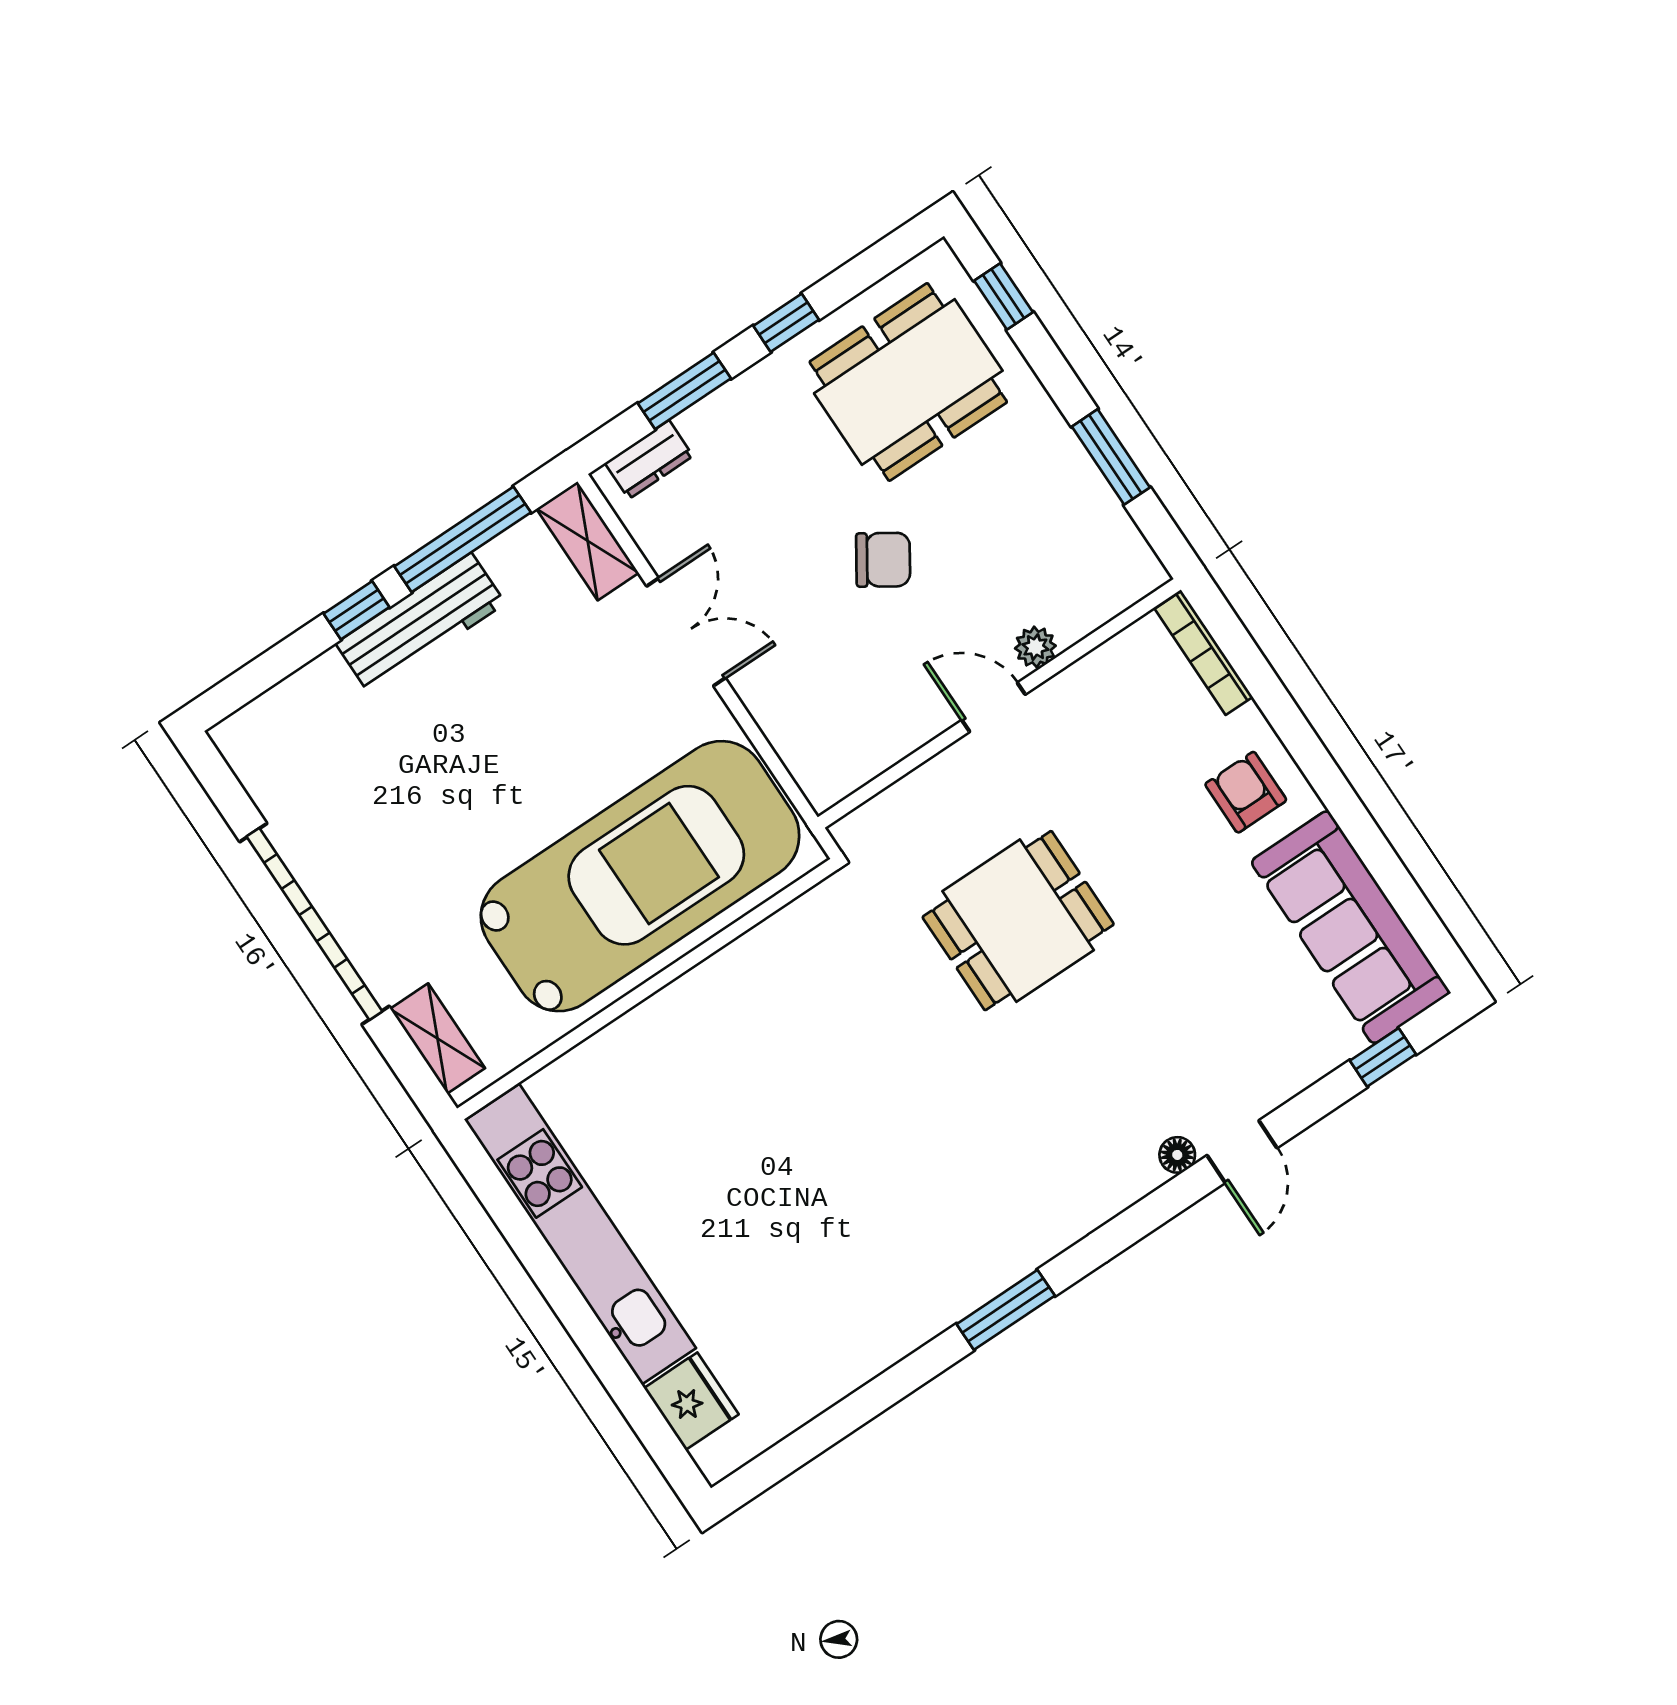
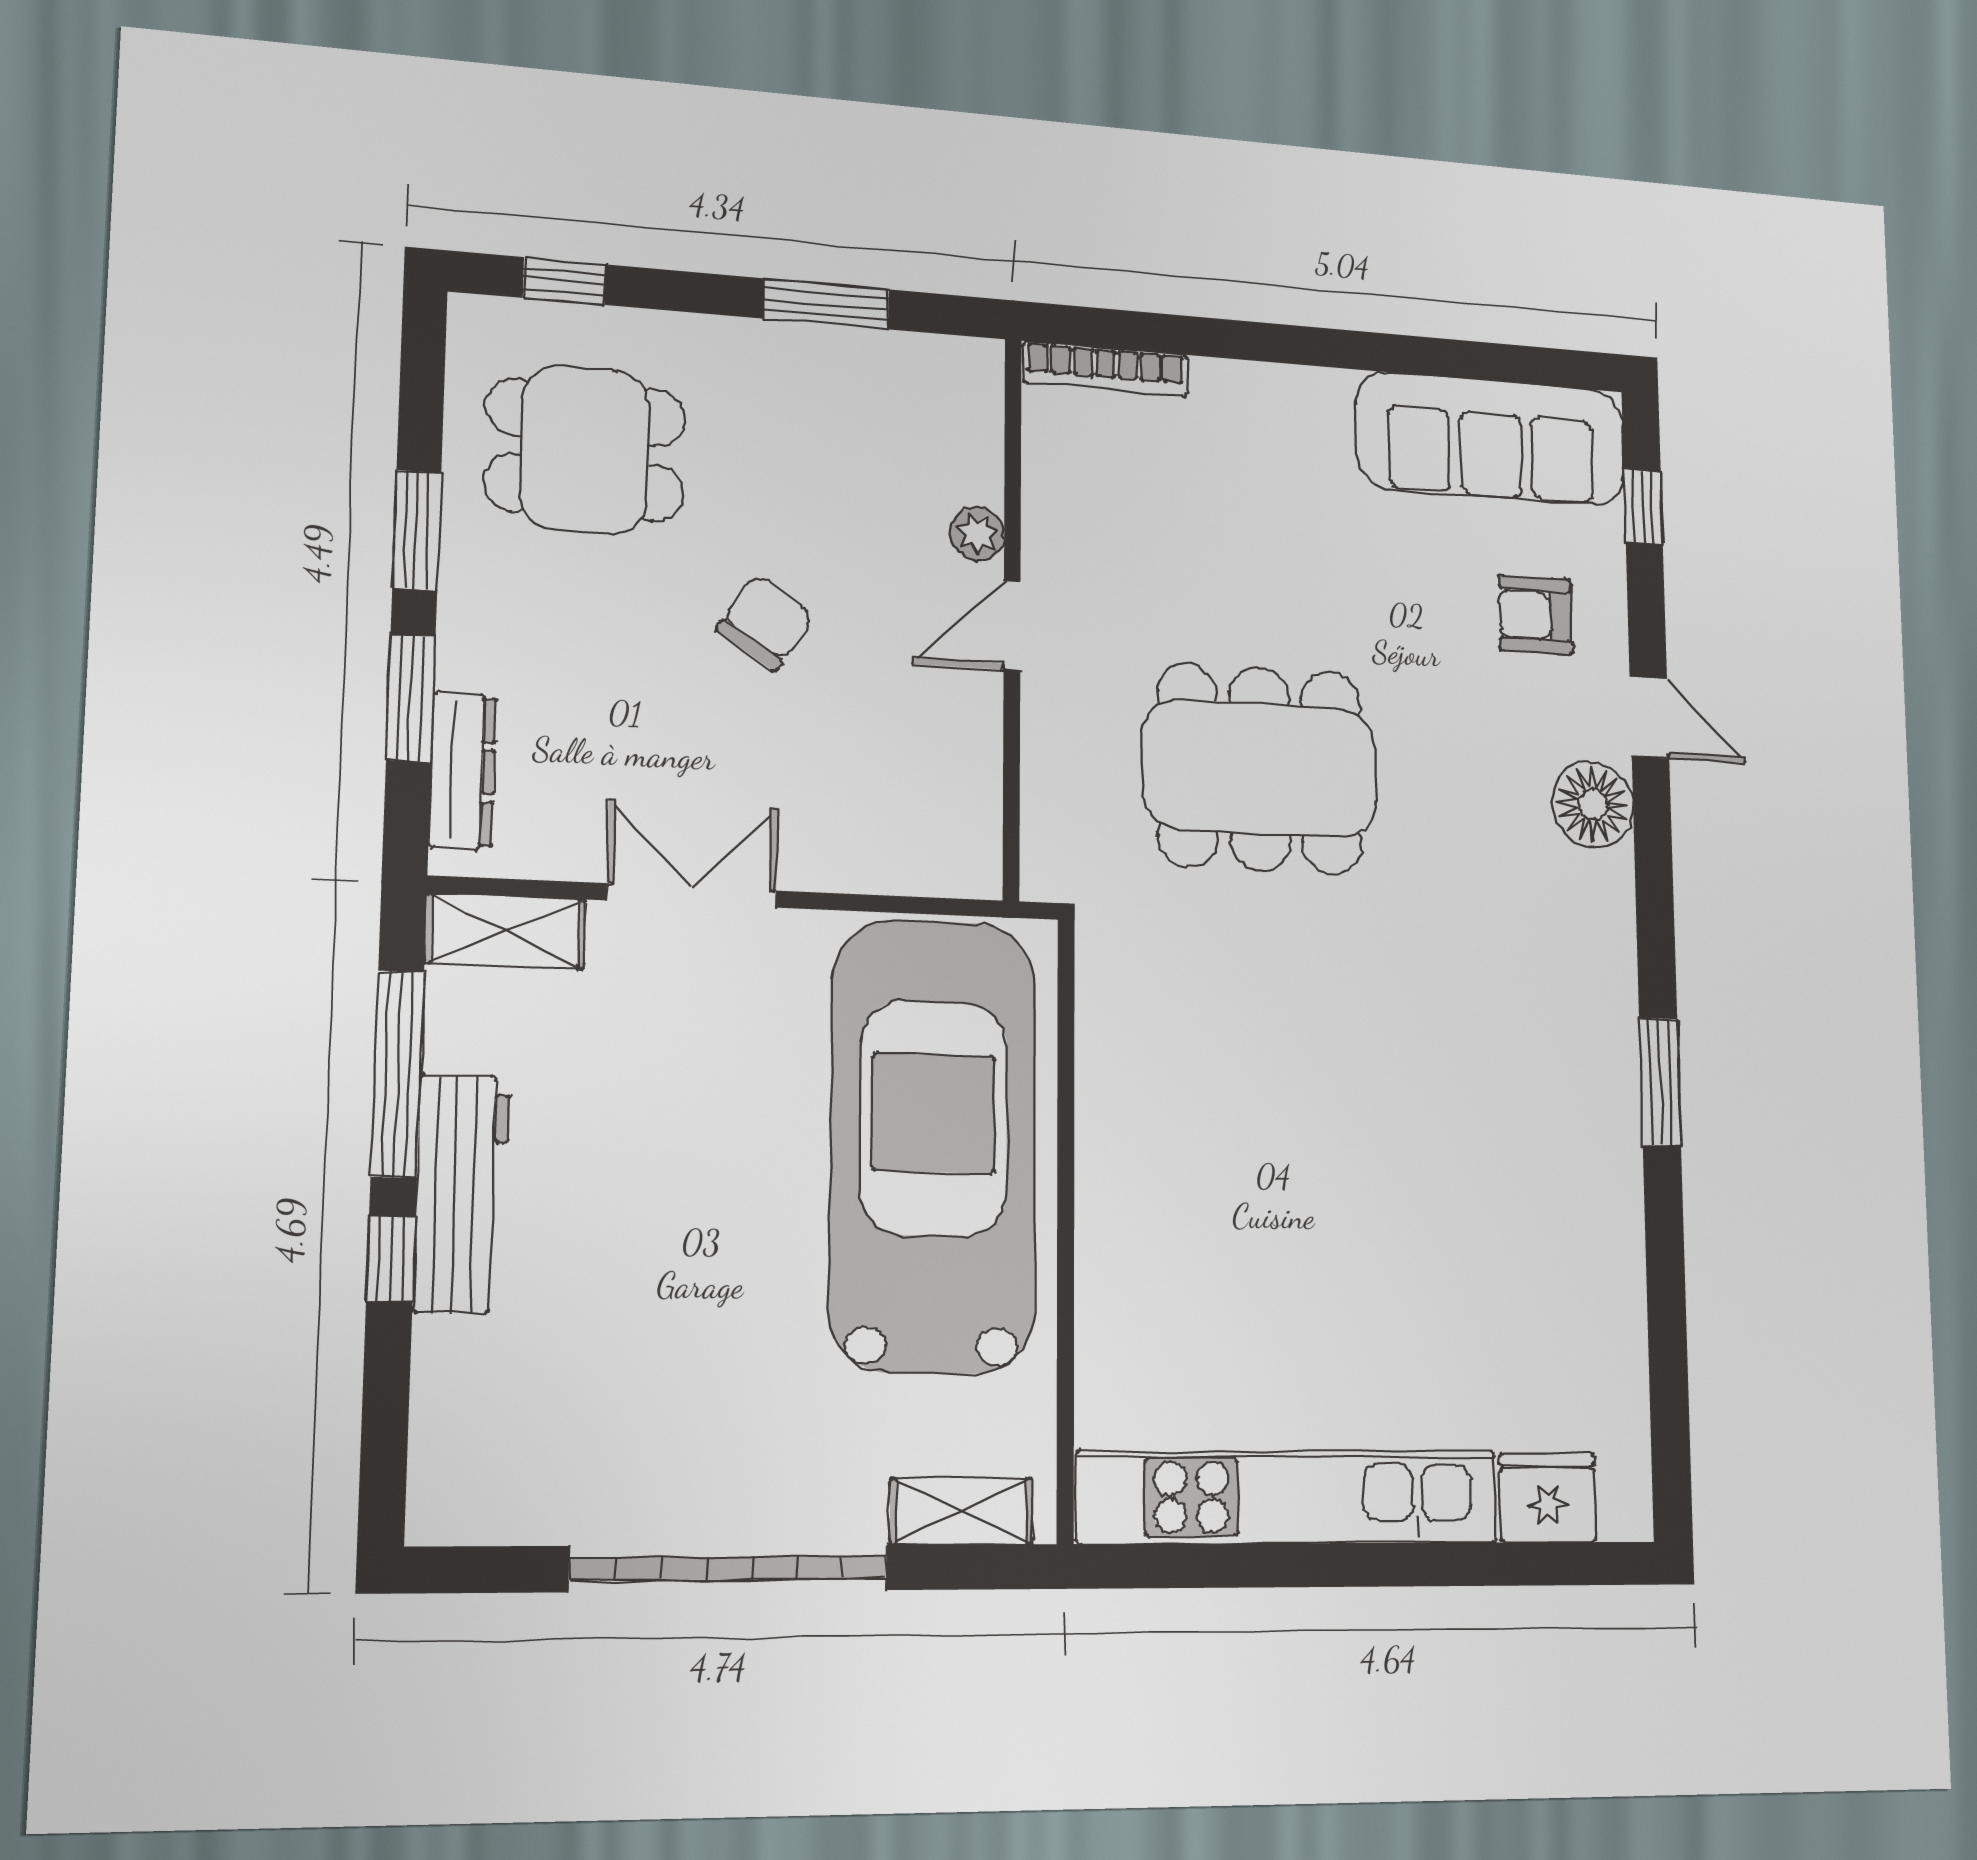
window: (786, 323) -> (417, 530), width x1.50
dining table: (908, 382) -> (585, 450), width x0.73
dresser: (649, 460) -> (462, 771), width x1.44
armchair: (1246, 792) -> (1535, 615), moved
dining table: (1018, 921) -> (1260, 769), width x1.38
floor lamp: (1177, 1155) -> (1593, 804), width x1.89, depth x1.89

